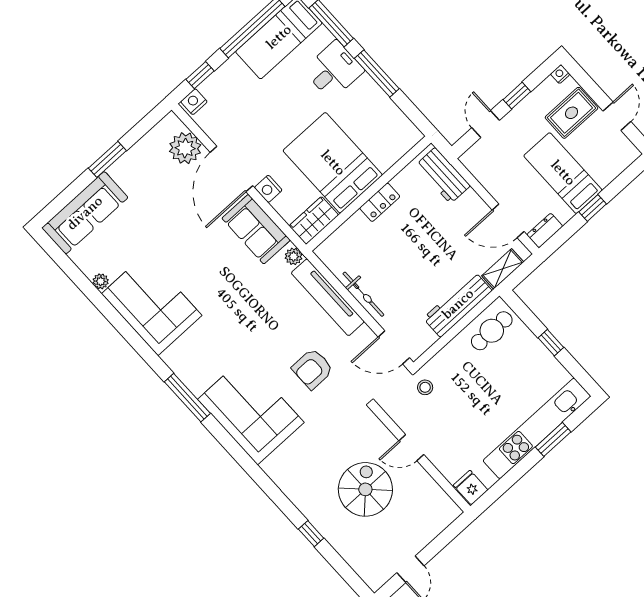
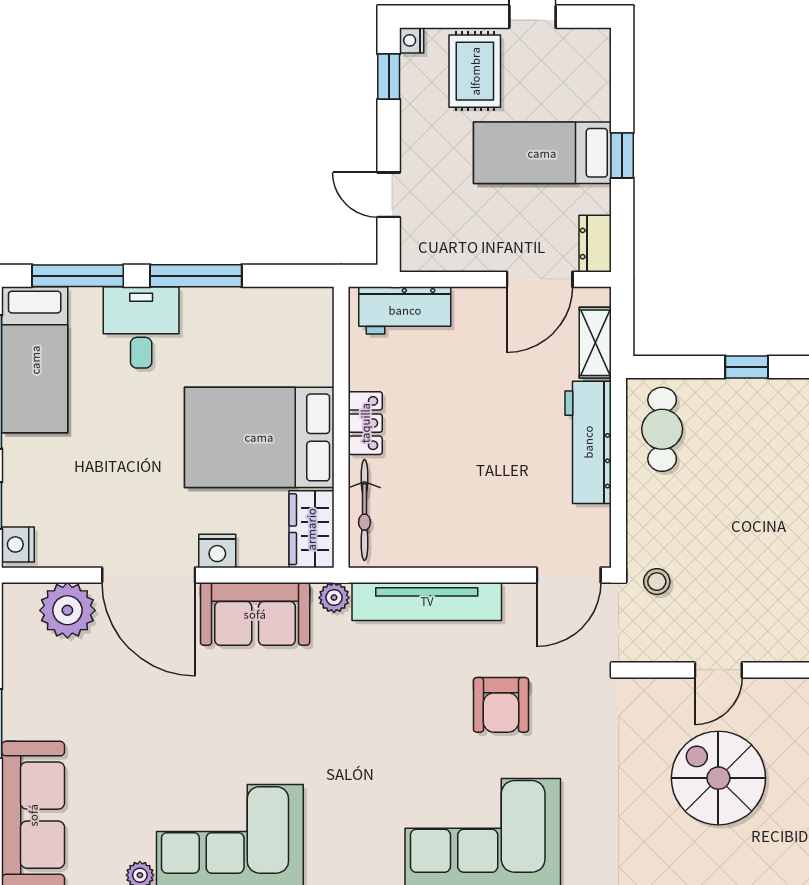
window: (517, 96) -> (389, 77), moved
bicycle: (363, 294) -> (364, 510), moved, turned 90

